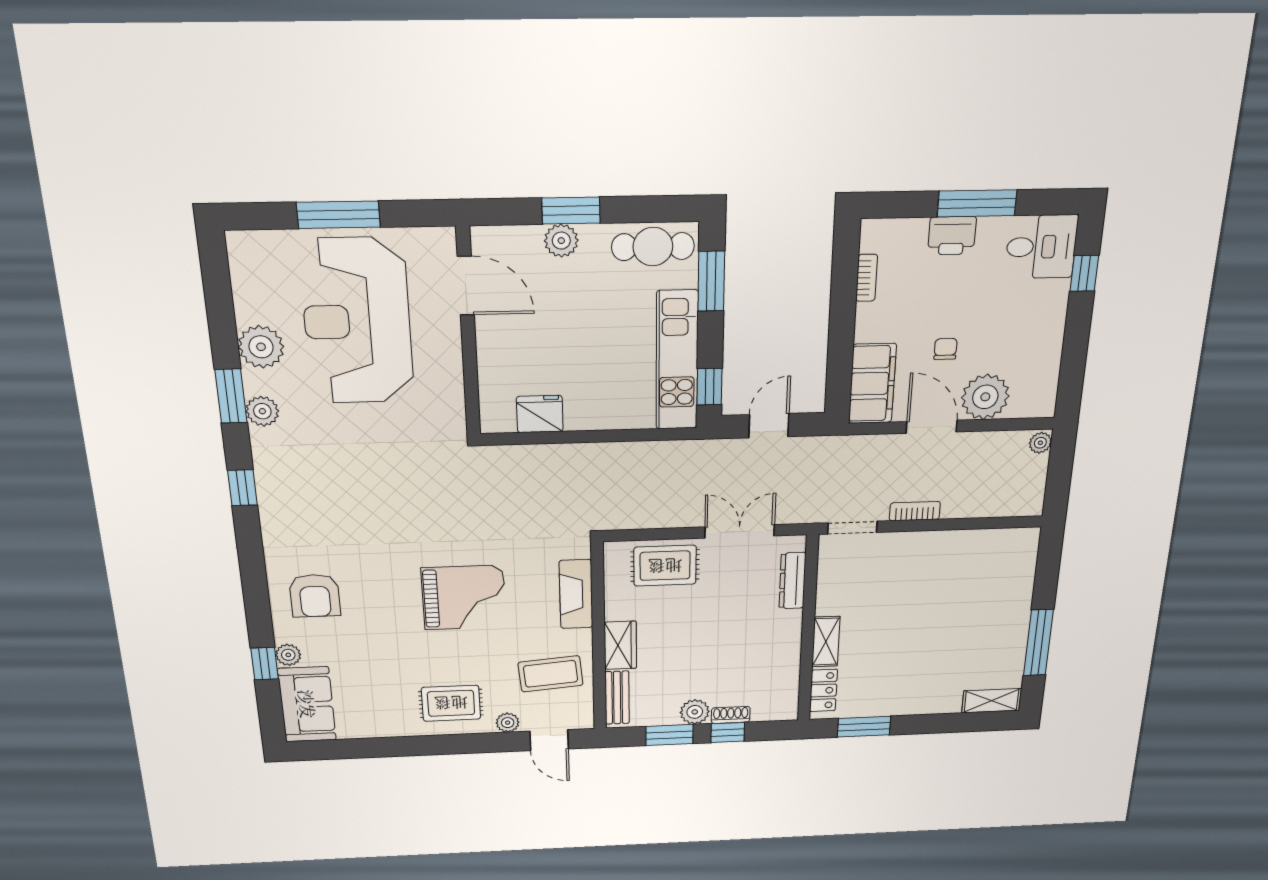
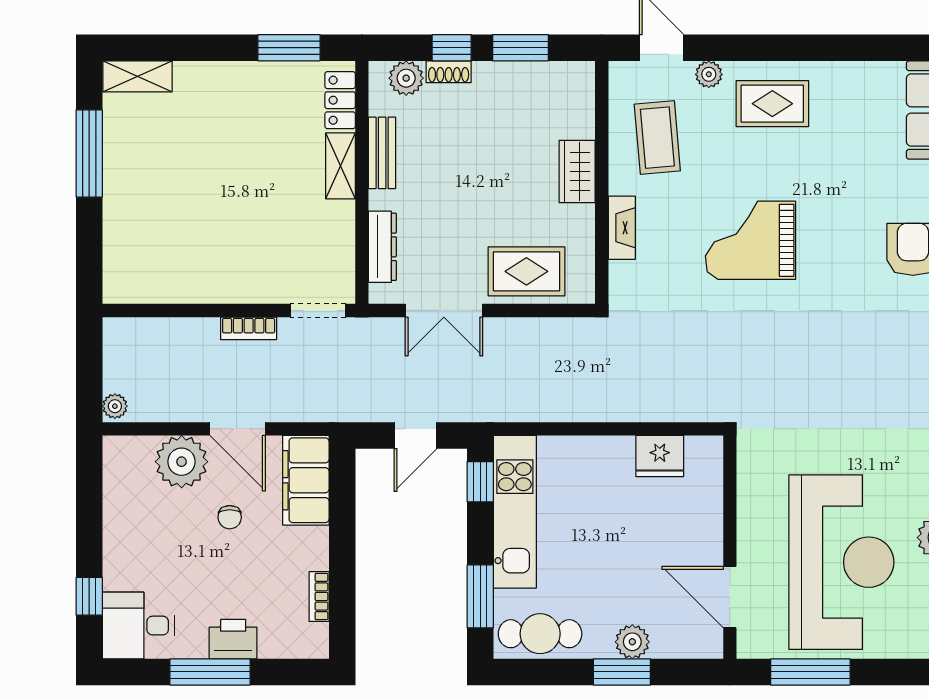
window: (338, 215) -> (810, 672), moved
fireplace: (576, 594) -> (622, 228), width x0.73, depth x0.76
coffee table: (551, 674) -> (657, 138), turned 90
bench: (617, 698) -> (382, 153), moved
plant: (695, 712) -> (406, 78), moved

